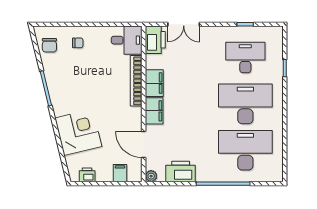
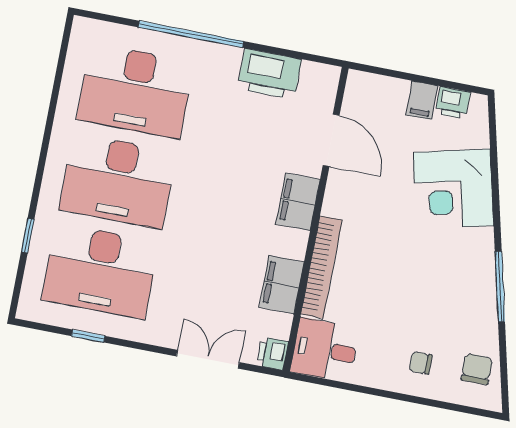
printer: (155, 40) -> (273, 353), width x0.53, depth x0.68
desk: (245, 58) -> (100, 271), width x1.36, depth x1.30
filing cabinet: (154, 83) -> (282, 285), moved
filing cabinet: (120, 173) -> (422, 100), moved
plant: (151, 176) -> (328, 76), removed

